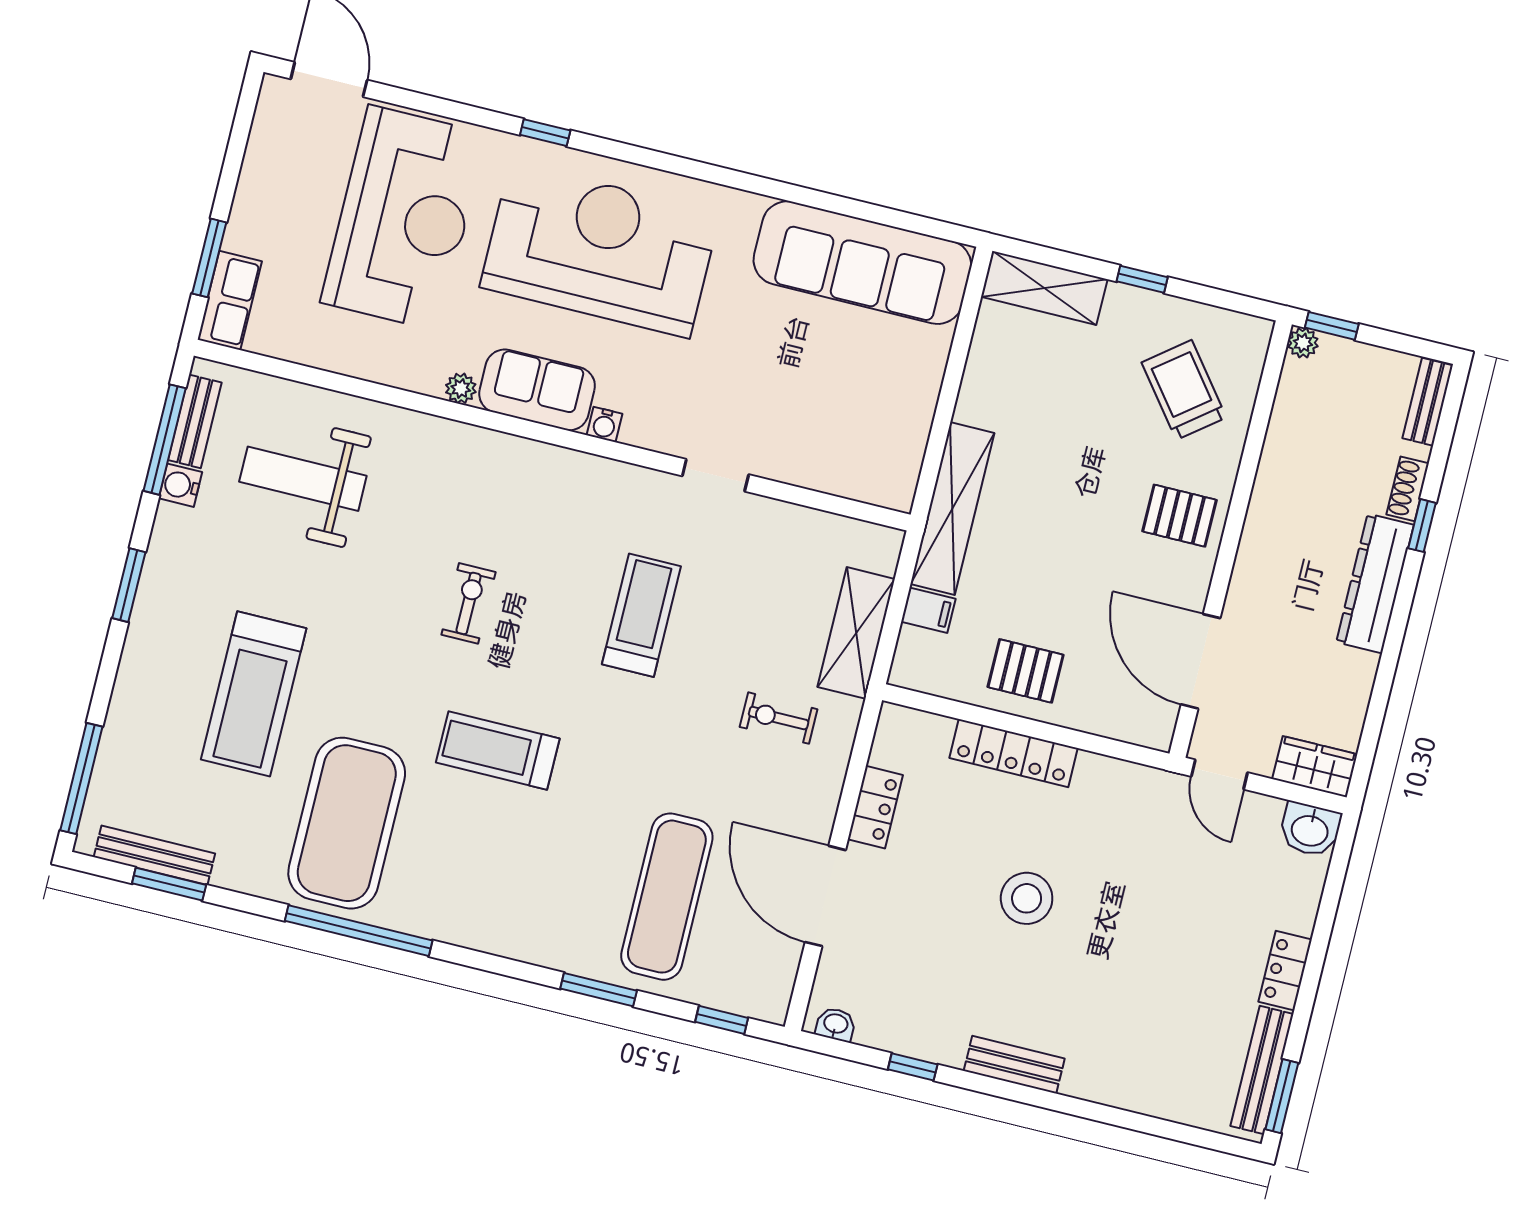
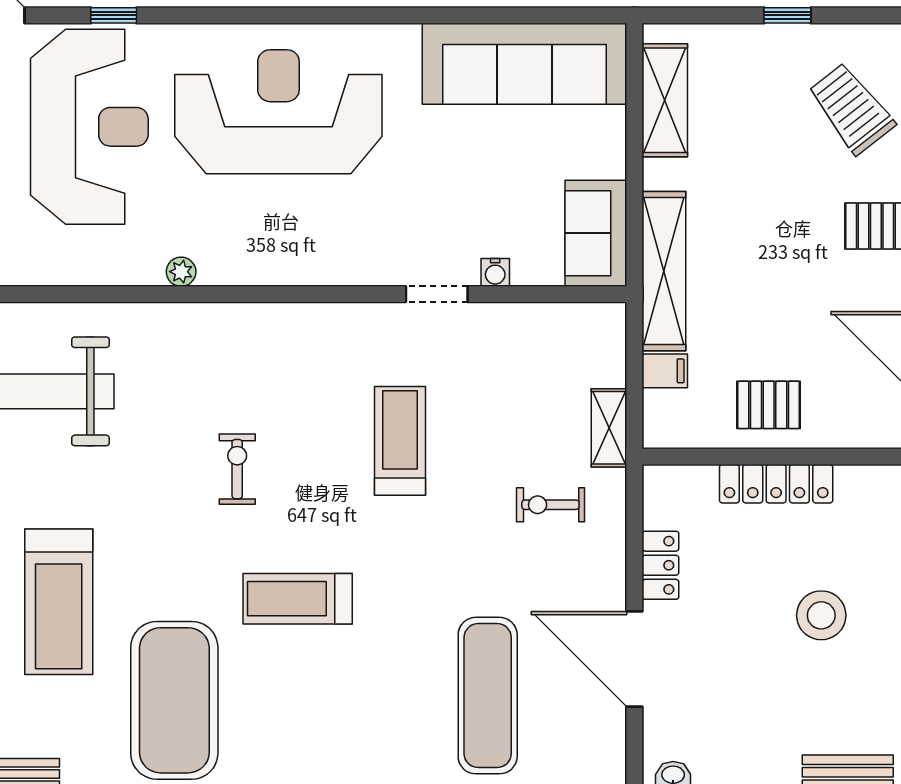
window: (545, 133) -> (114, 15), moved
shelving: (1044, 288) -> (665, 100), moved, turned 90
sofa: (537, 390) -> (596, 233), moved, turned -90
water cooler: (604, 424) -> (495, 272), moved
shelving: (856, 633) -> (609, 428), width x0.67, depth x0.75

